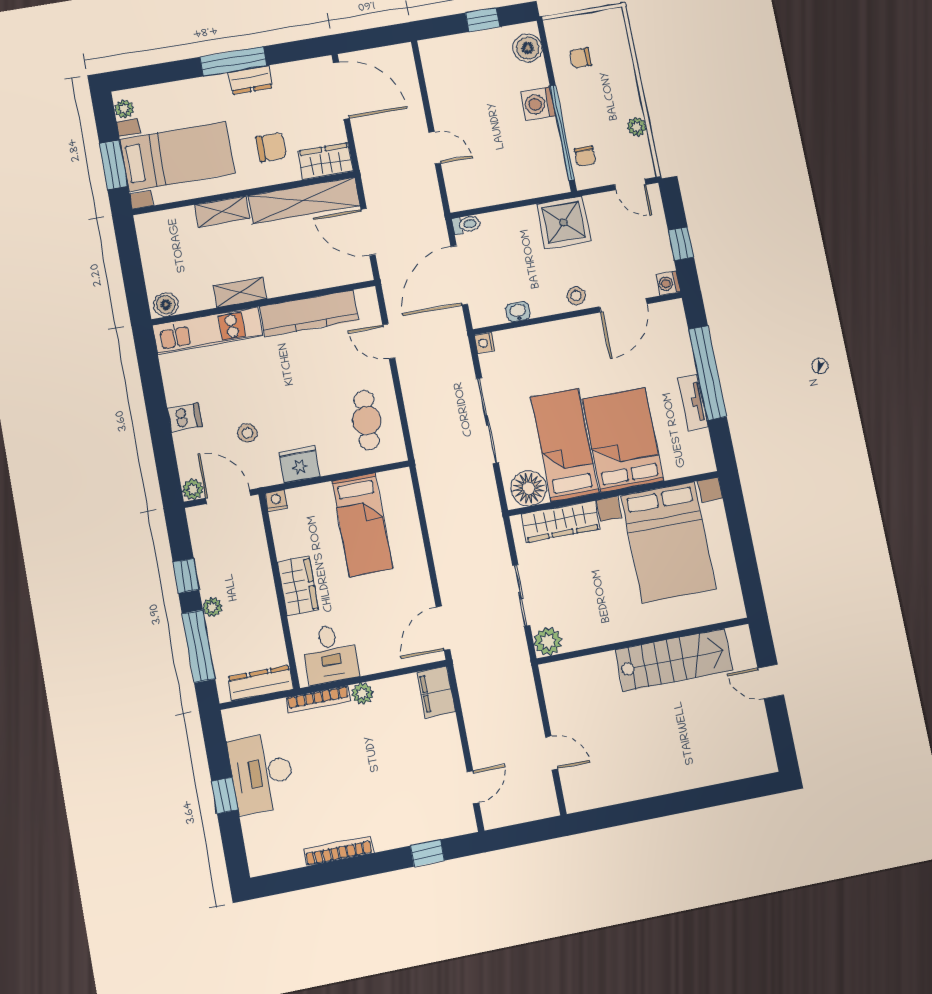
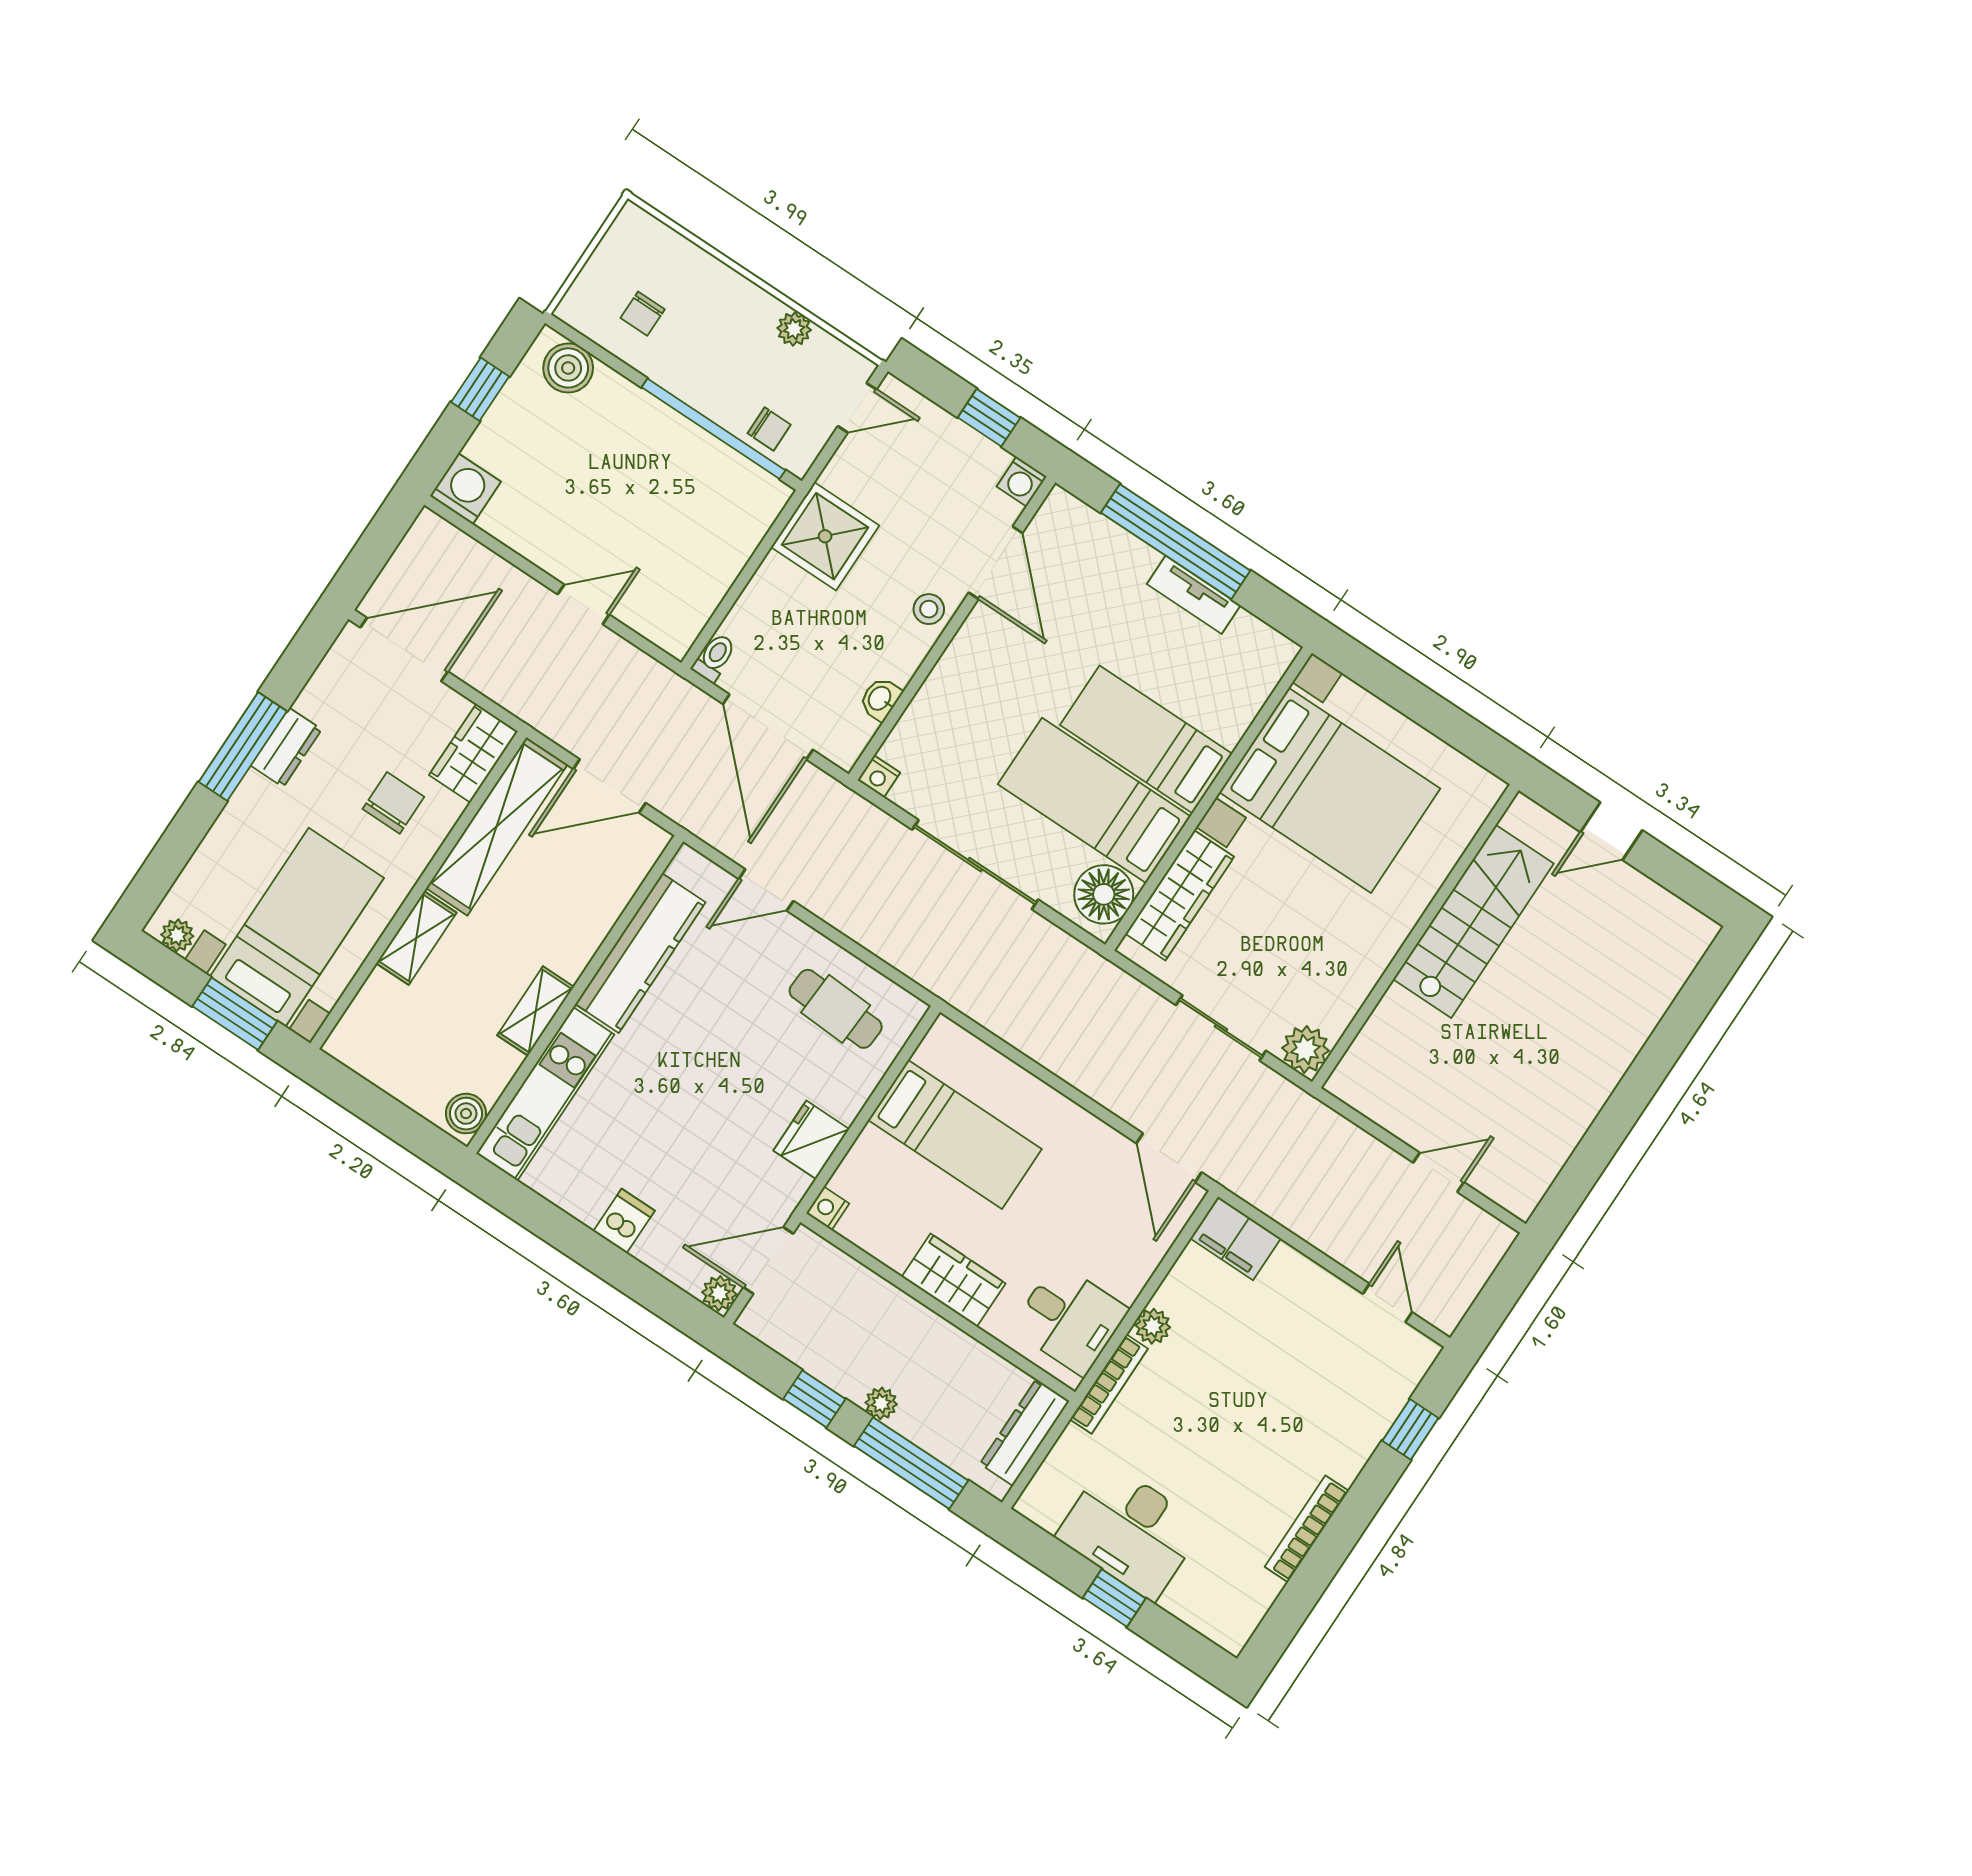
washing machine: (538, 104) -> (465, 489), moved, turned 180
stool: (248, 433) -> (714, 1165), removed
bed: (623, 440) -> (1146, 739), width x0.67

